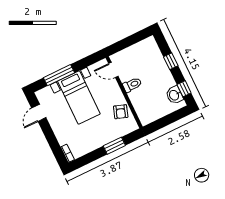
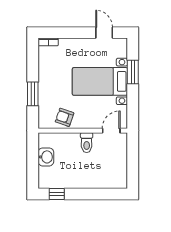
window: (171, 61) -> (91, 194), removed
window: (59, 75) -> (133, 72), width x0.69
washbasin: (174, 95) -> (46, 157), moved, turned 90

